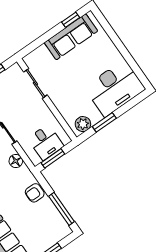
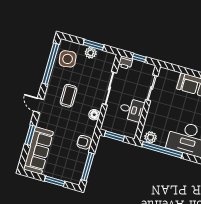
window: (104, 122) -> (162, 150), width x2.11
desk: (46, 142) -> (132, 110), moved, turned -90

